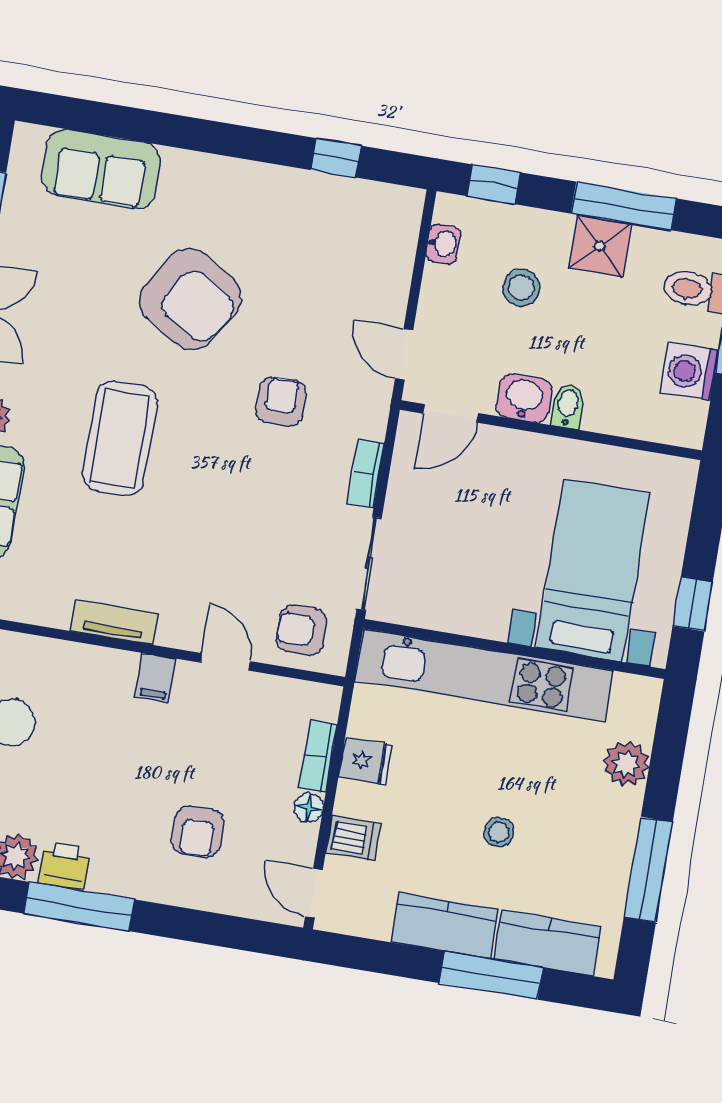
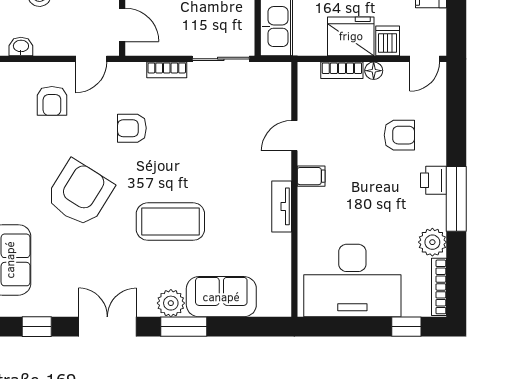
armchair: (301, 630) -> (52, 101), moved
fridge: (365, 761) -> (351, 36), width x1.88, depth x1.34
printer: (64, 866) -> (434, 180), moved

